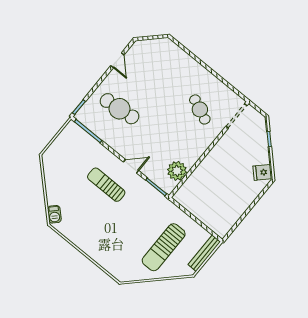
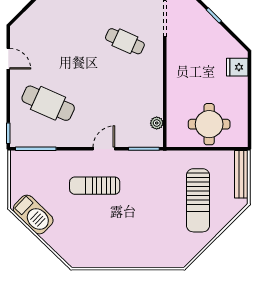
cafe table: (119, 109) -> (48, 103), turned 30
plant: (177, 171) -> (157, 123), width x0.53, depth x0.53
fridge: (262, 172) -> (237, 67), moved, turned 45
round table: (210, 205) -> (209, 124), added
barbecue: (54, 214) -> (33, 215), moved, width x1.88, depth x1.53

